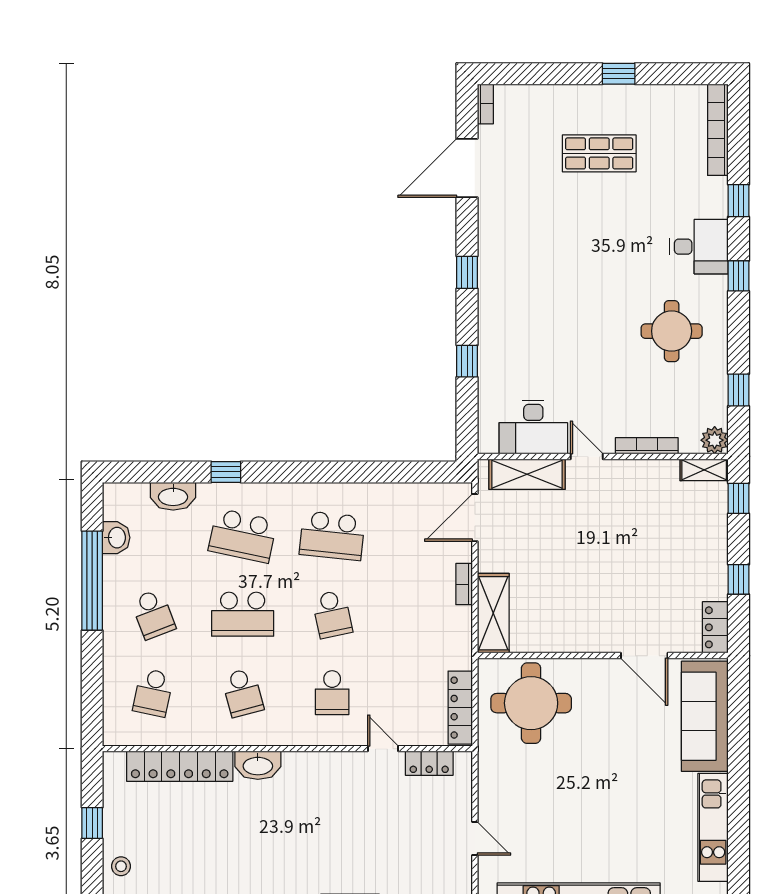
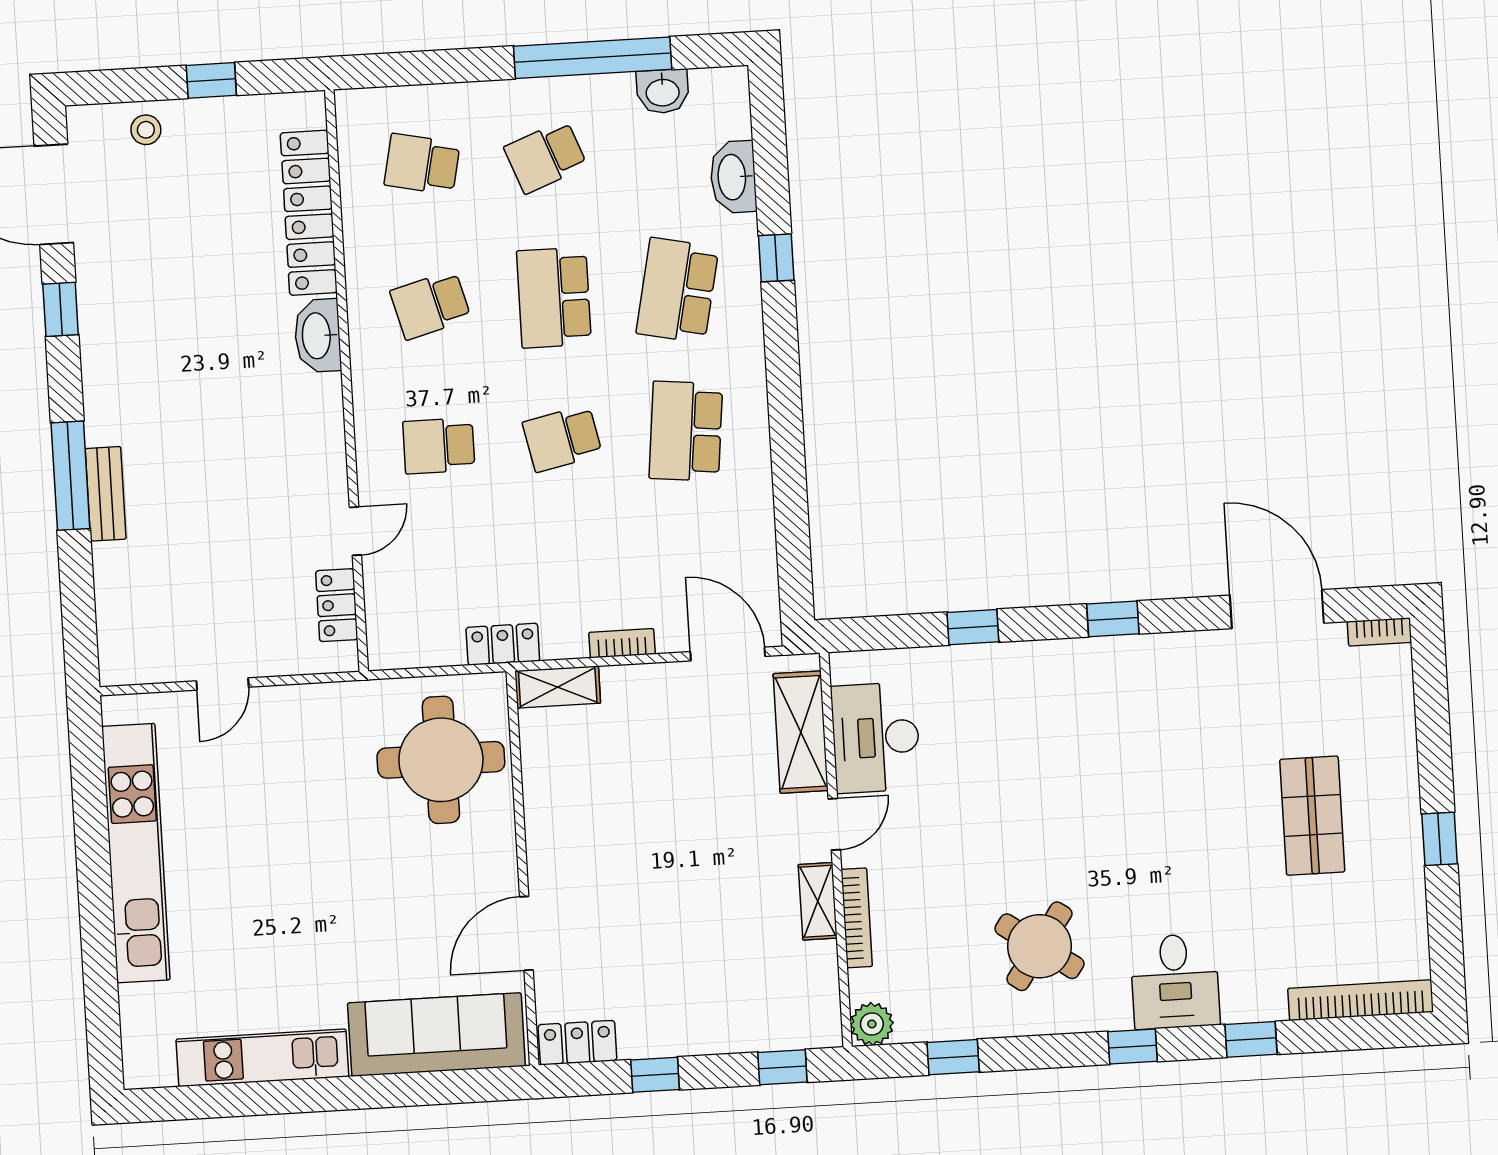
round table: (672, 331) -> (1039, 946), turned 35
shelving: (704, 470) -> (818, 901), moved
shelving: (493, 613) -> (558, 687), width x0.67, depth x0.75
locker: (460, 708) -> (503, 644), moved, width x0.66

